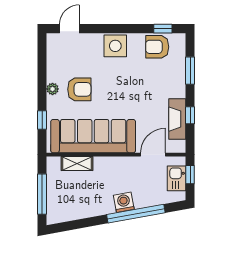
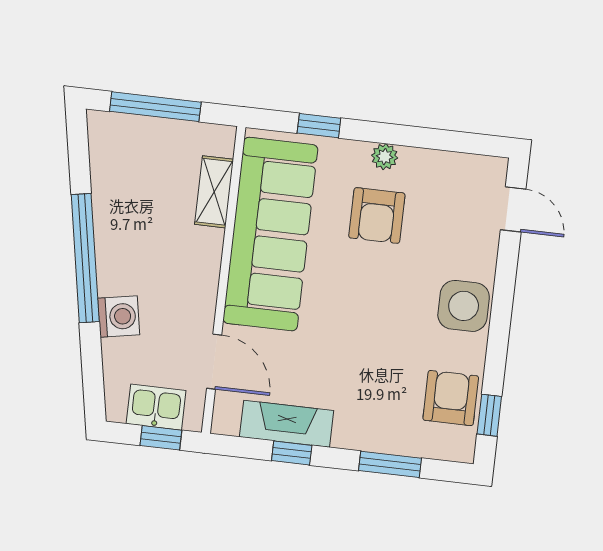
washing machine: (124, 202) -> (119, 316), moved
window: (136, 214) -> (85, 258), moved

